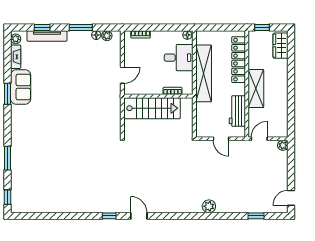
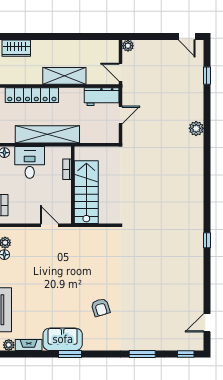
workbench: (237, 111) -> (102, 97), moved
armchair: (49, 121) -> (101, 307), added
door: (139, 216) -> (207, 323), moved

